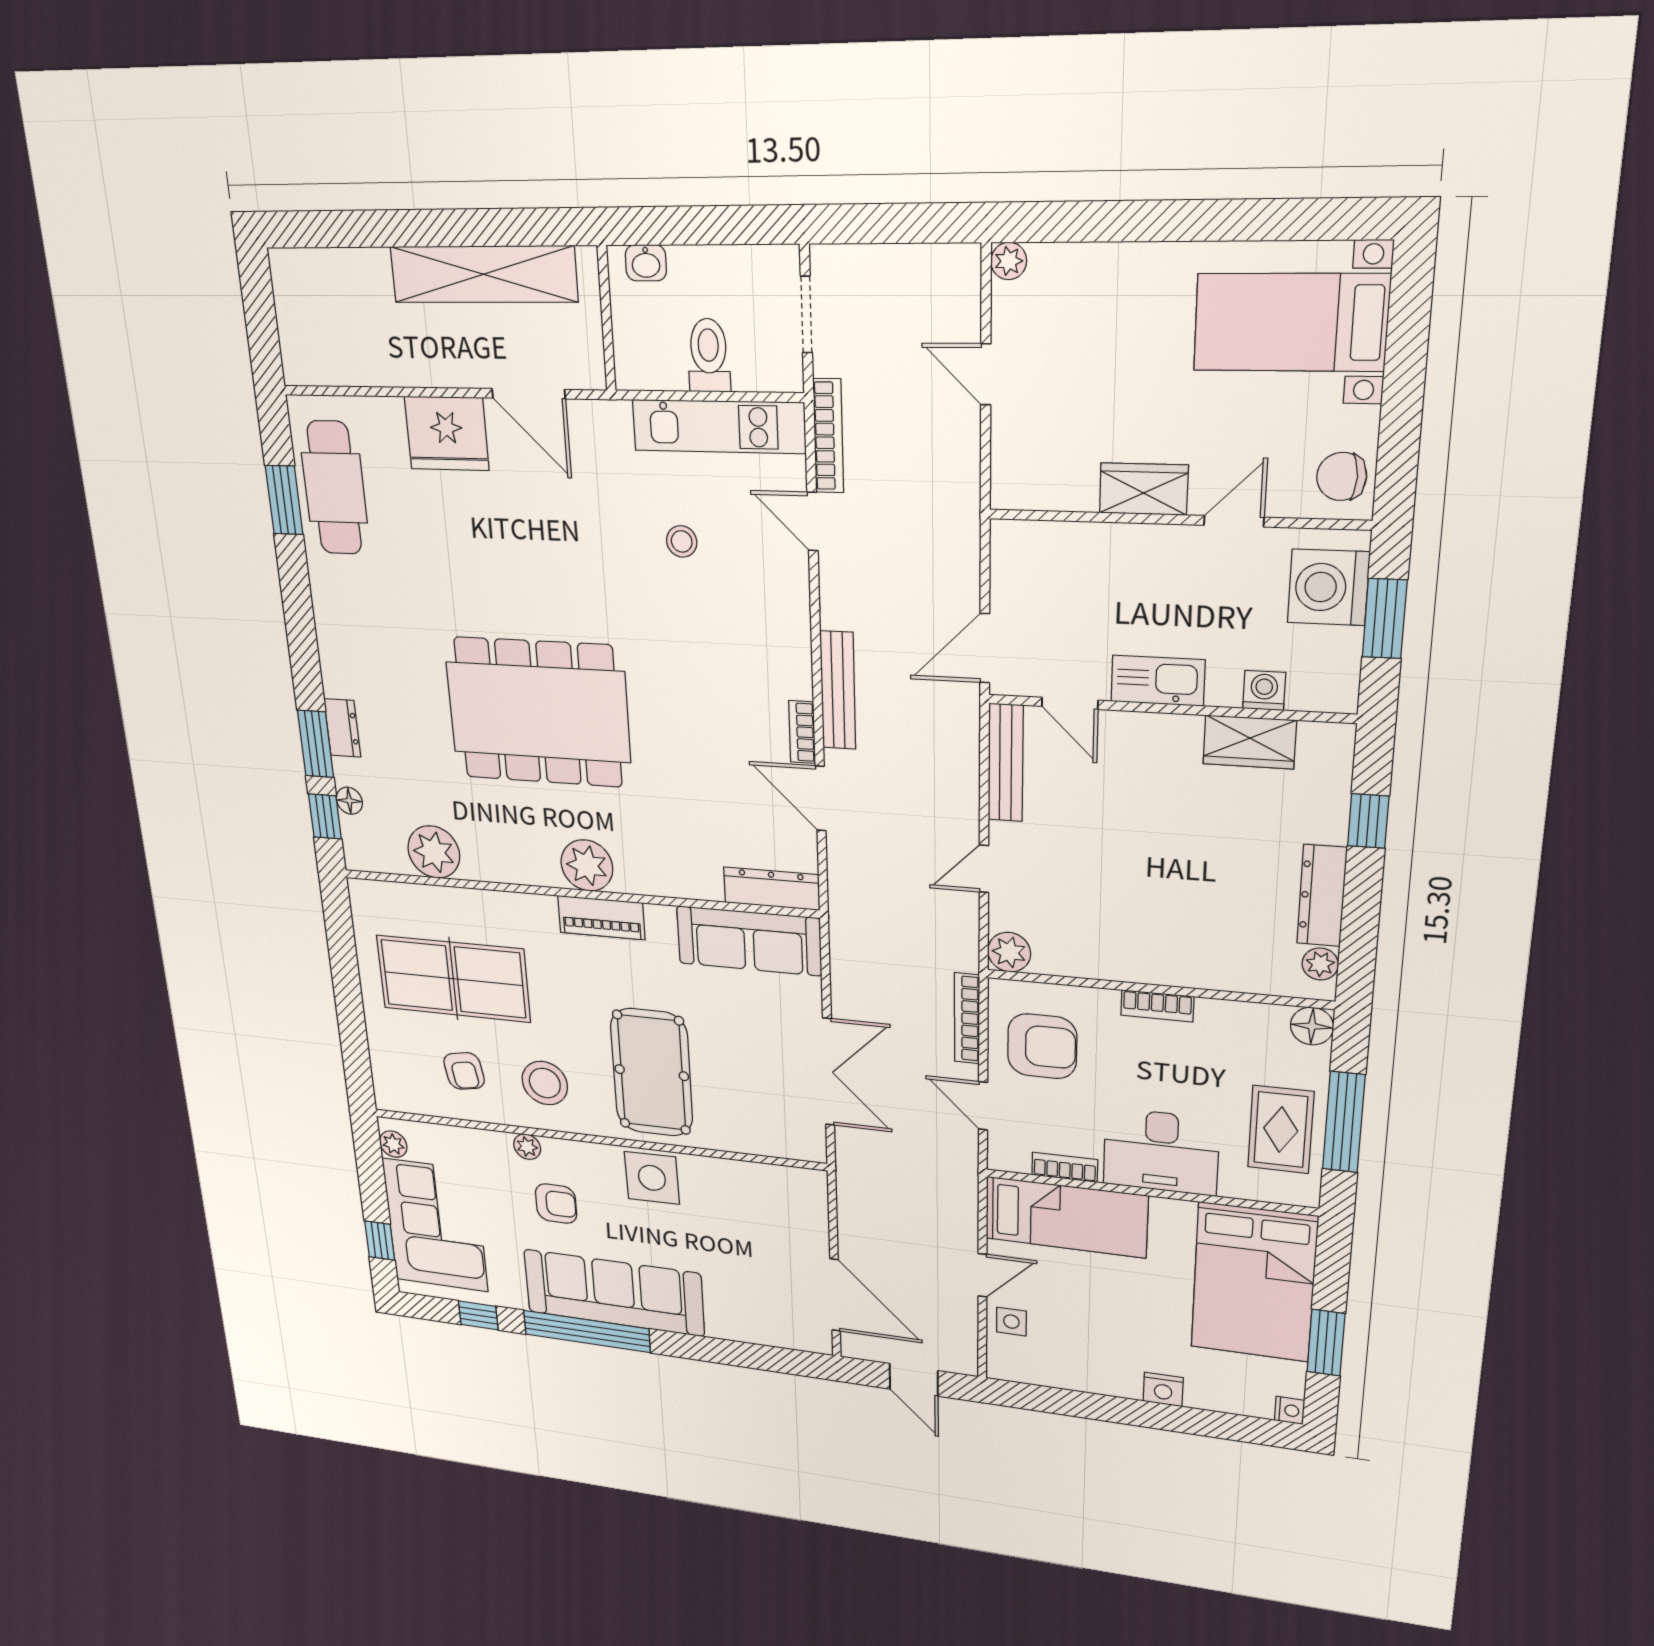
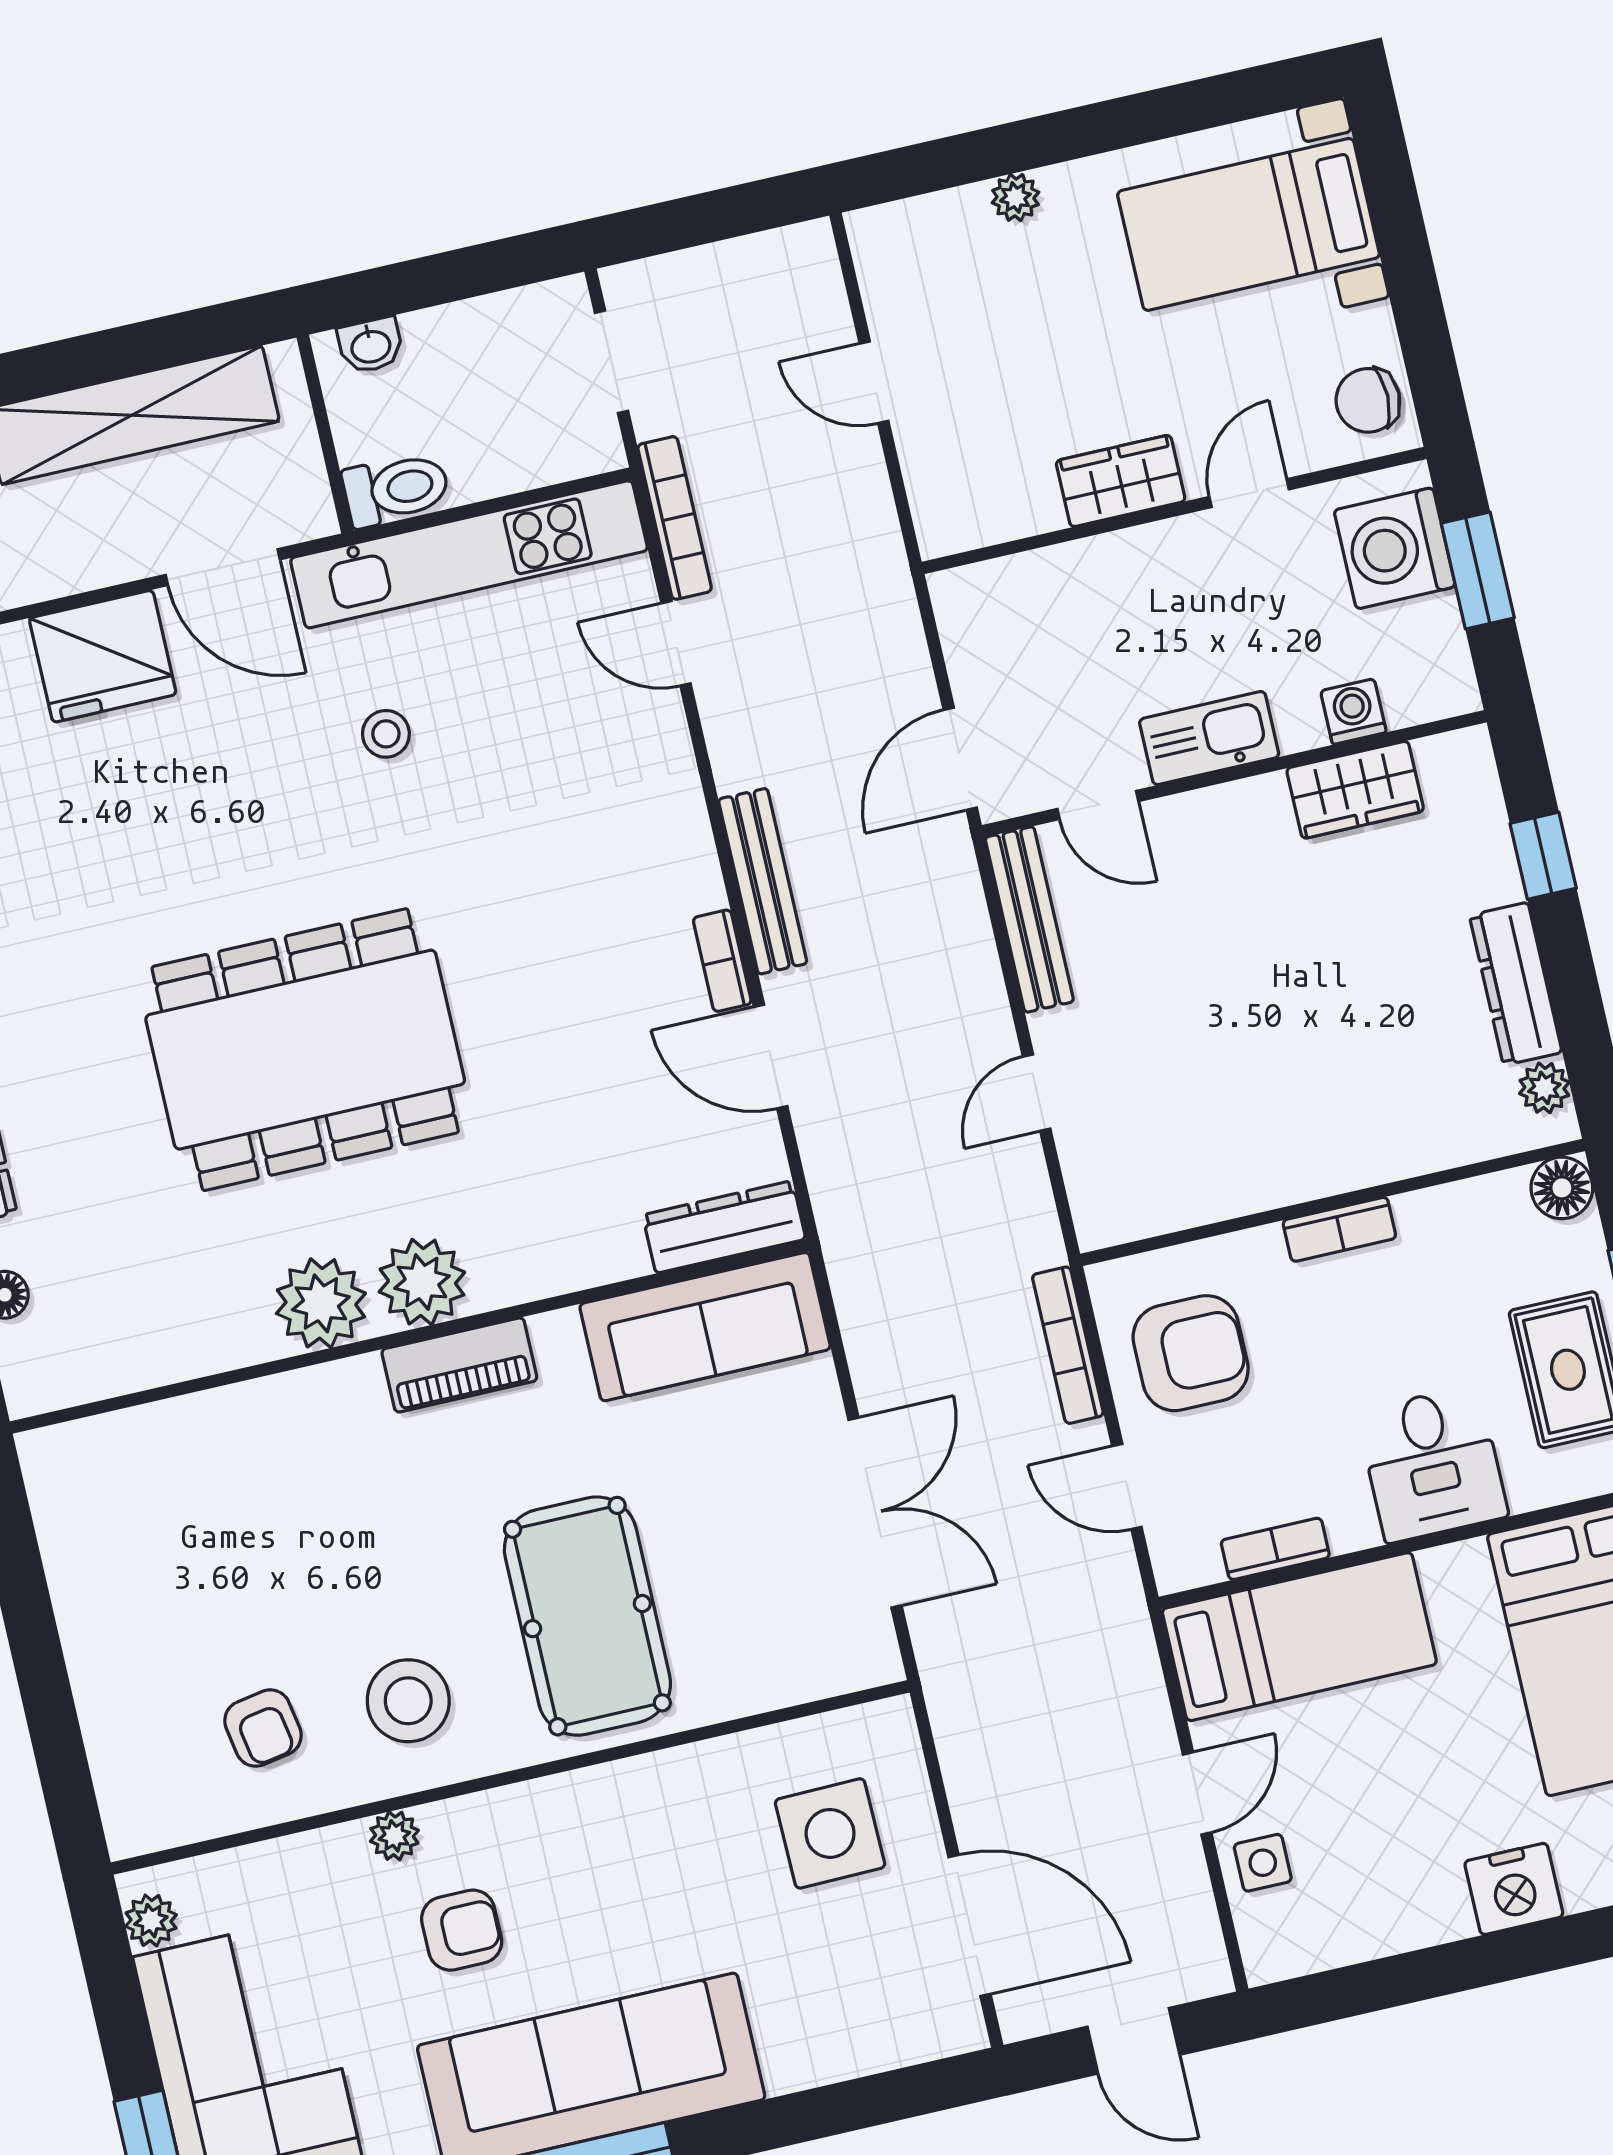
plant: (1009, 261) -> (1015, 197), moved
toilet: (709, 355) -> (396, 489), moved, turned 90
kitchen unit: (719, 427) -> (469, 554), width x1.36
stool: (682, 541) -> (386, 734), moved
plant: (434, 852) -> (321, 1303), moved
plant: (1009, 952) -> (1105, 1214), removed
table tennis table: (453, 979) -> (222, 1559), removed
desk: (1161, 1152) -> (1432, 1464), width x0.73
side table: (652, 1178) -> (830, 1833), moved
nightstand: (1163, 1389) -> (1514, 1889), width x1.36, depth x1.33

